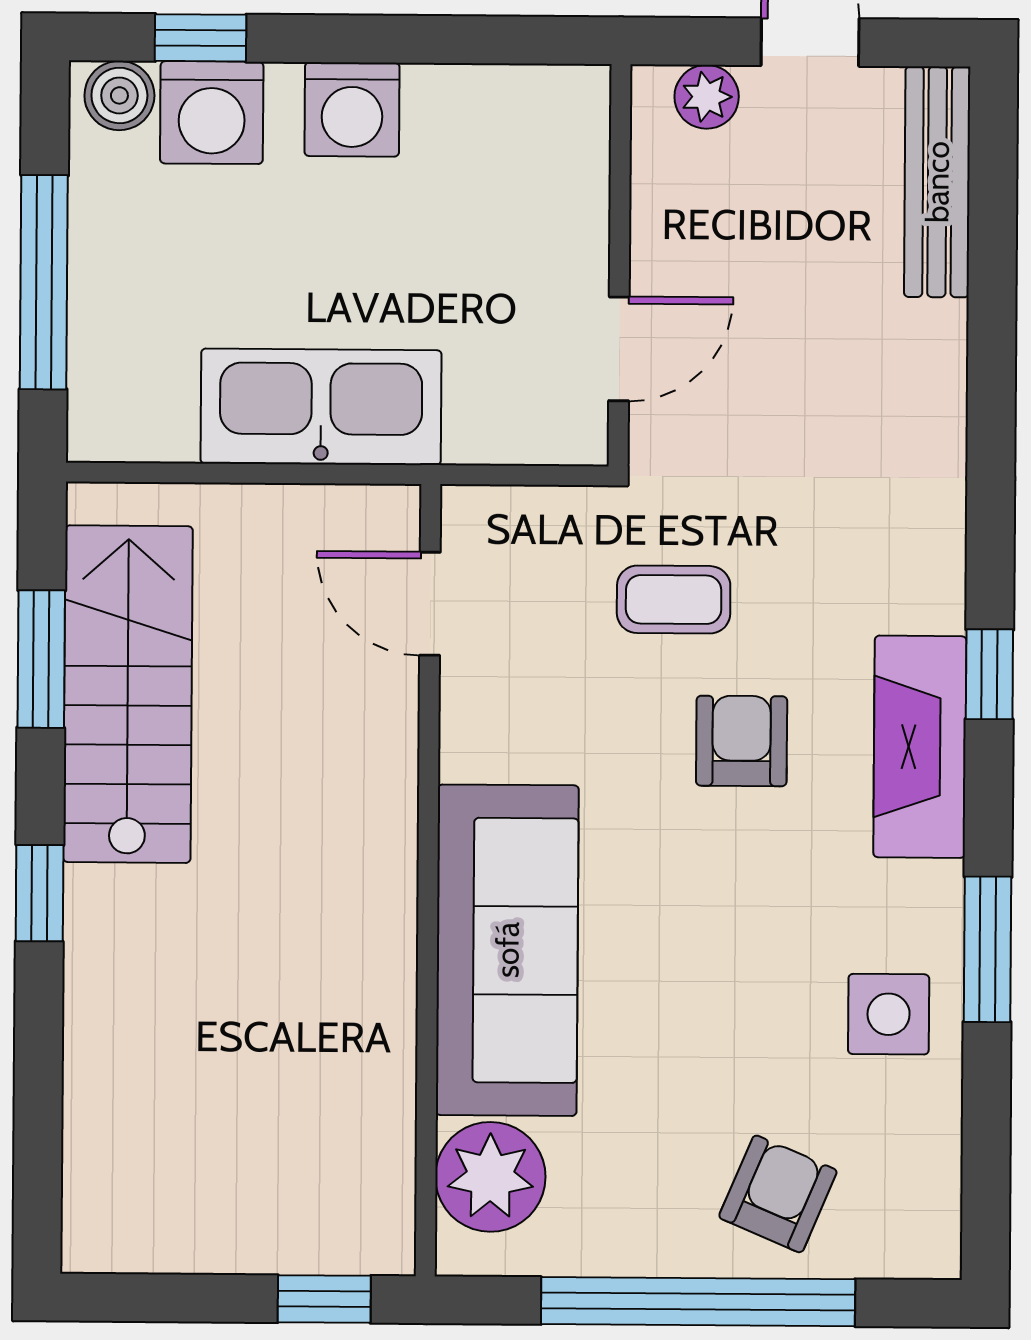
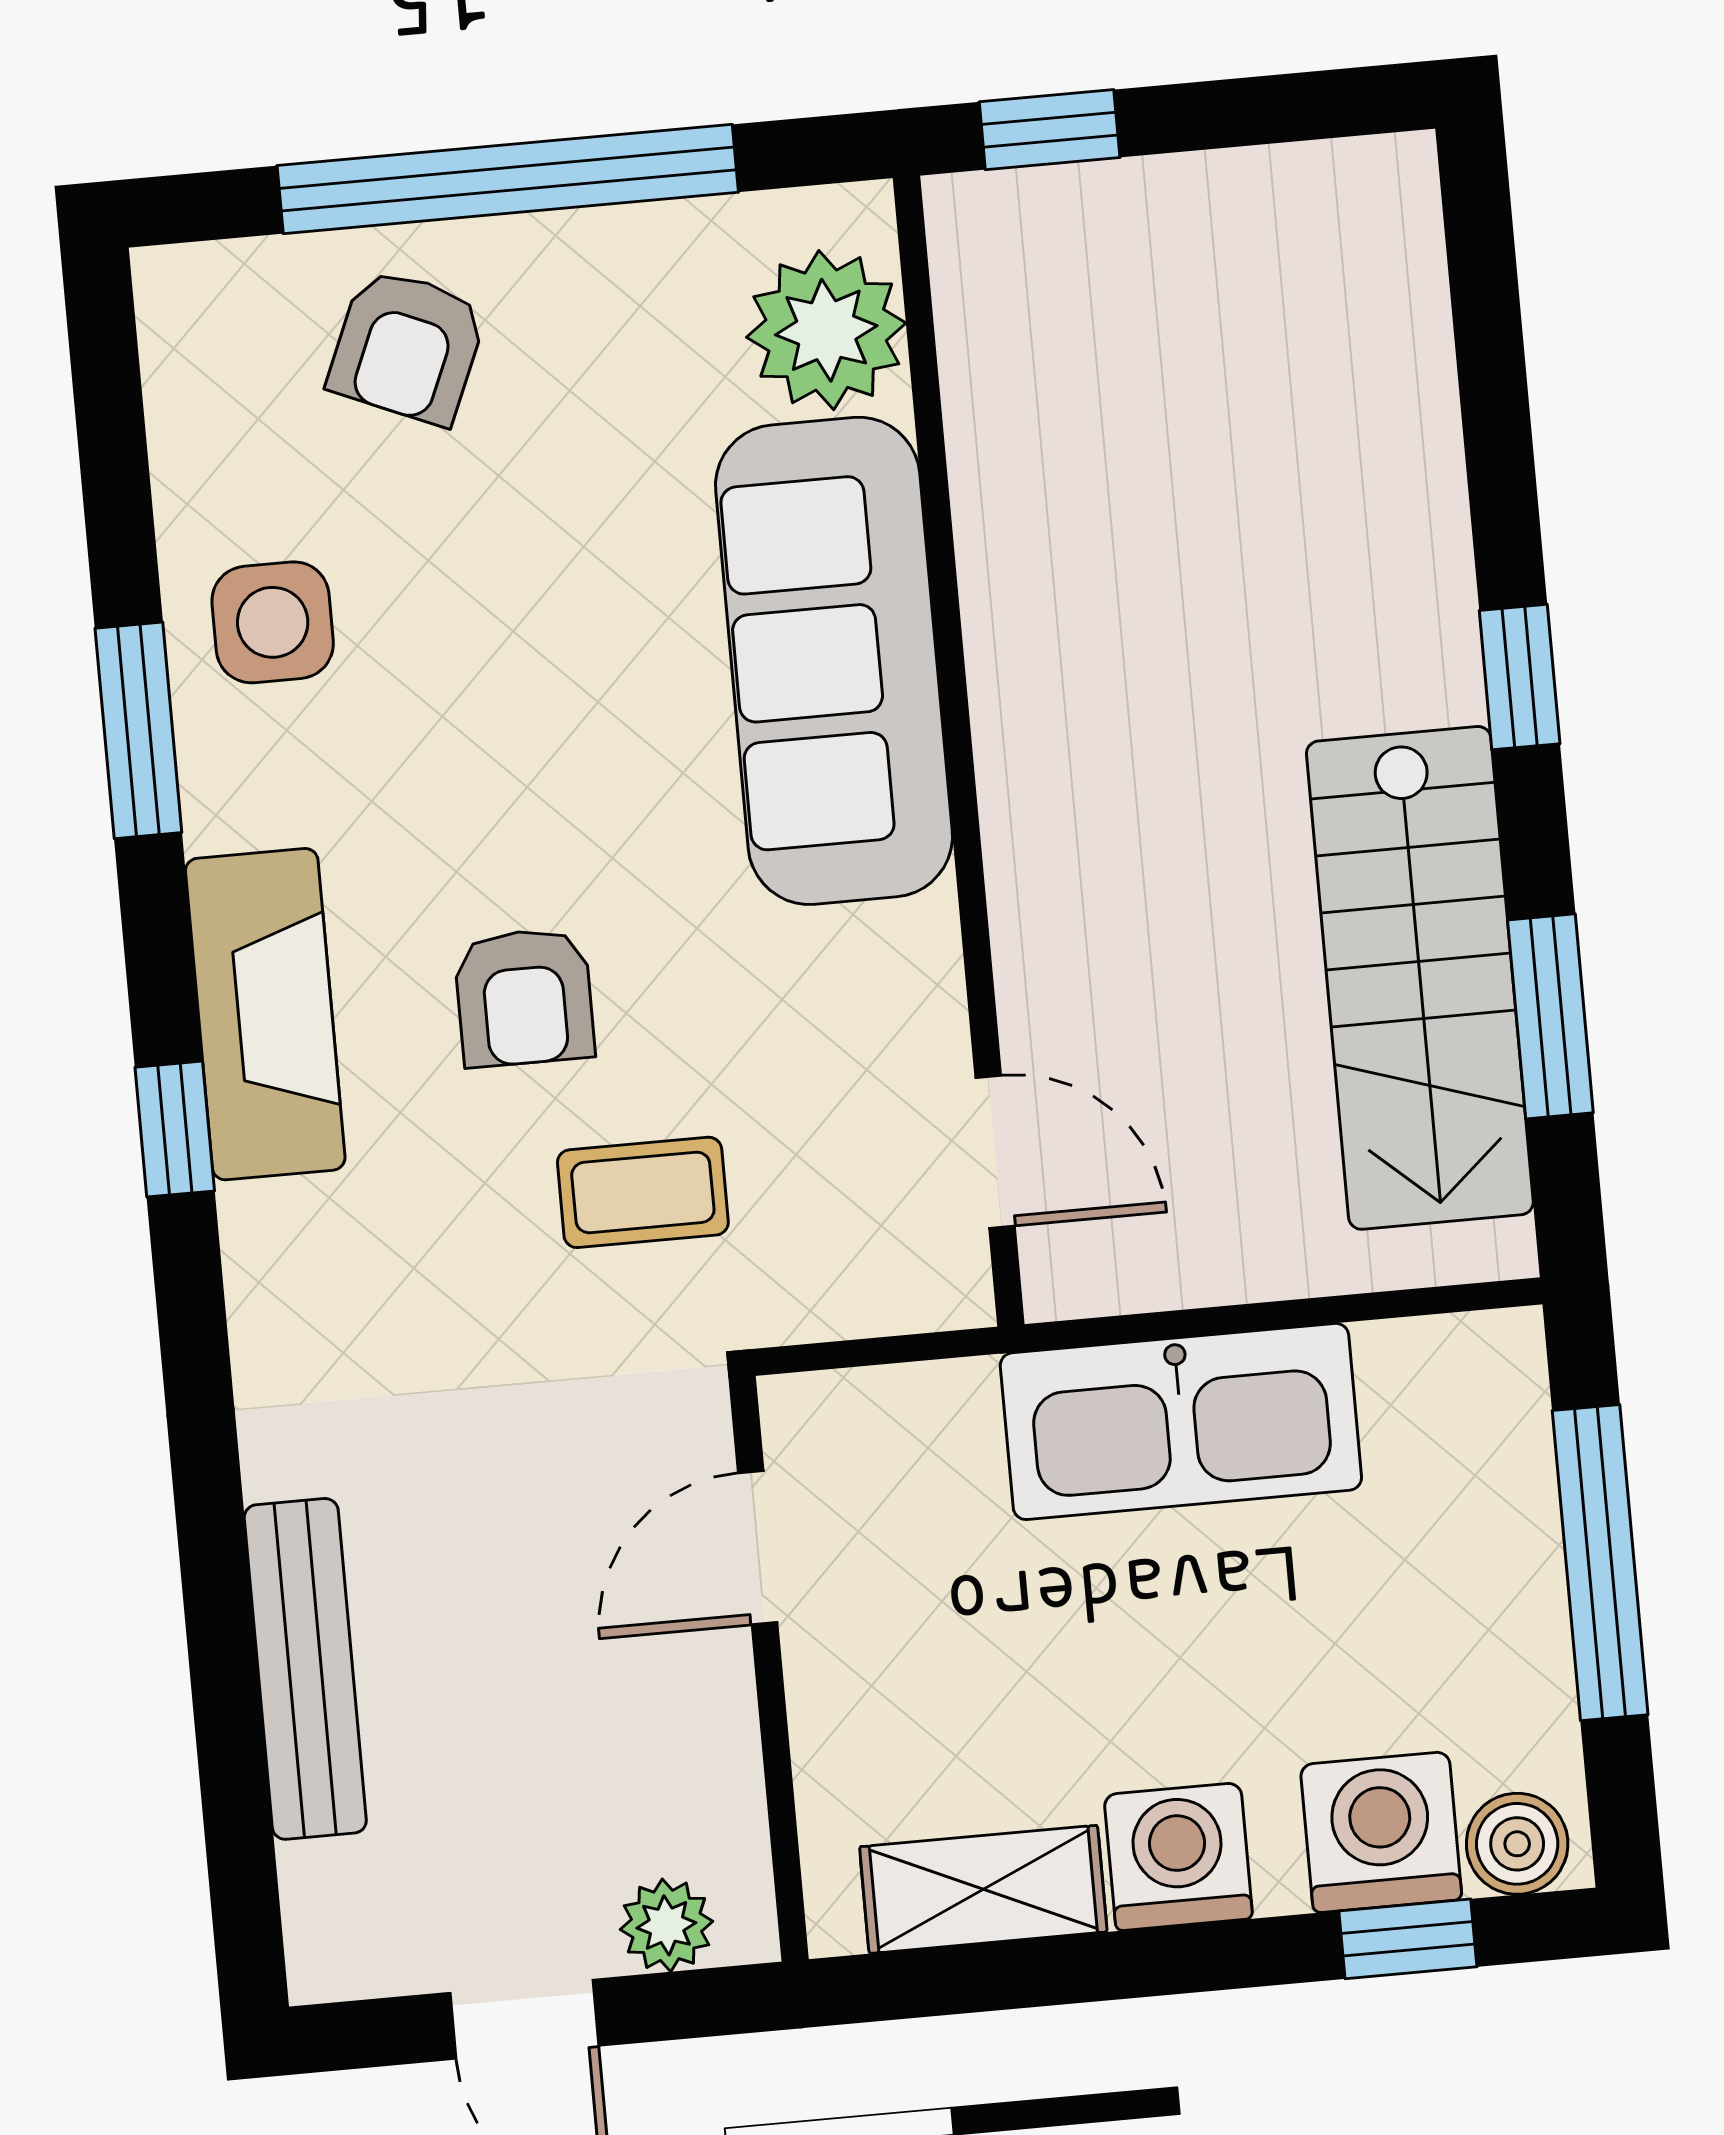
shelving: (487, 100) -> (983, 1889), added
bench: (937, 182) -> (305, 1669), moved

